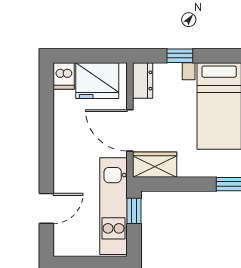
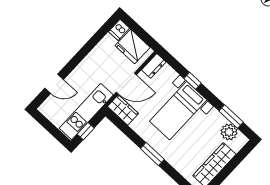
window: (180, 56) -> (193, 81), moved
door: (130, 130) -> (126, 84), swing flipped
window: (134, 211) -> (86, 131), moved

